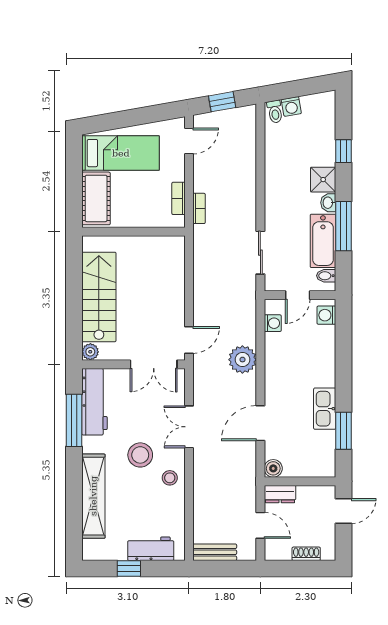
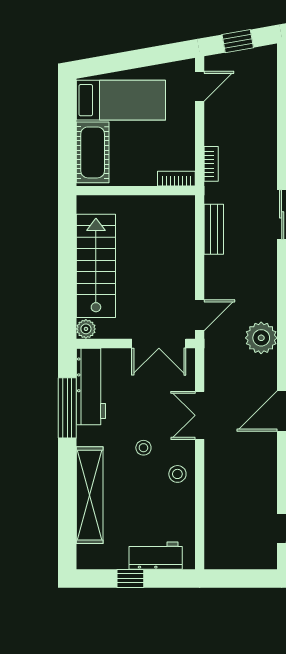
bookcase: (178, 198) -> (176, 179), moved, turned 90
stool: (140, 455) -> (143, 448), width x0.53, depth x0.53
bench: (215, 552) -> (214, 229), moved, turned 90

